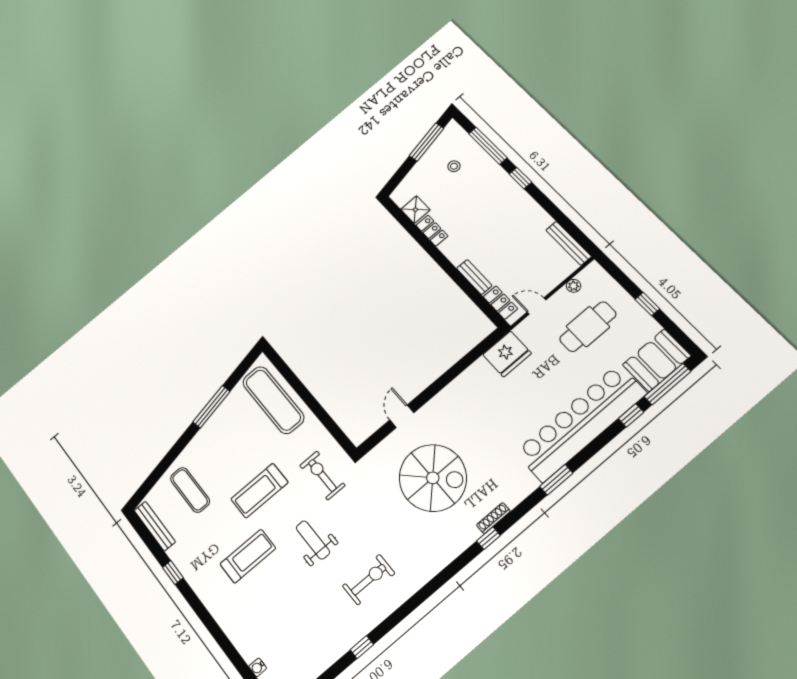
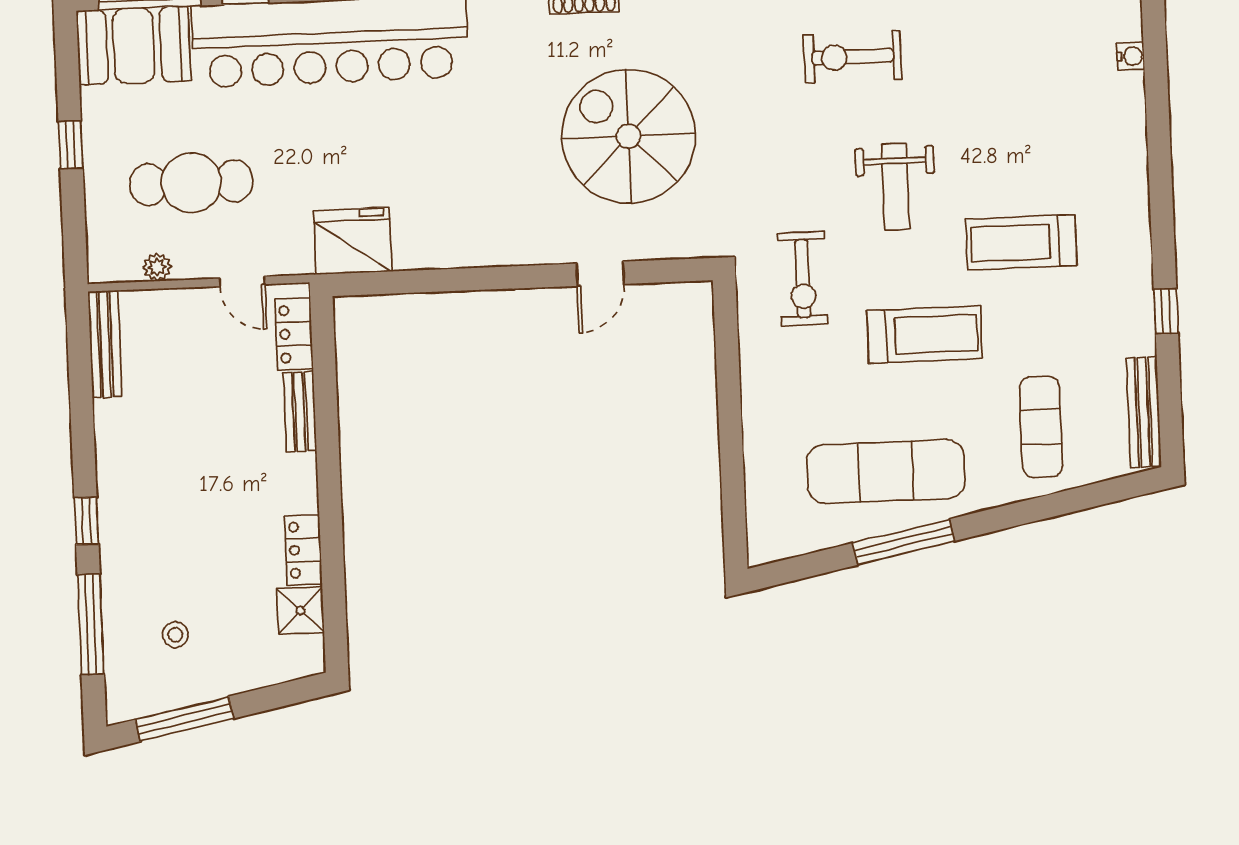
exercise mat: (273, 400) -> (886, 471), moved, turned 90

